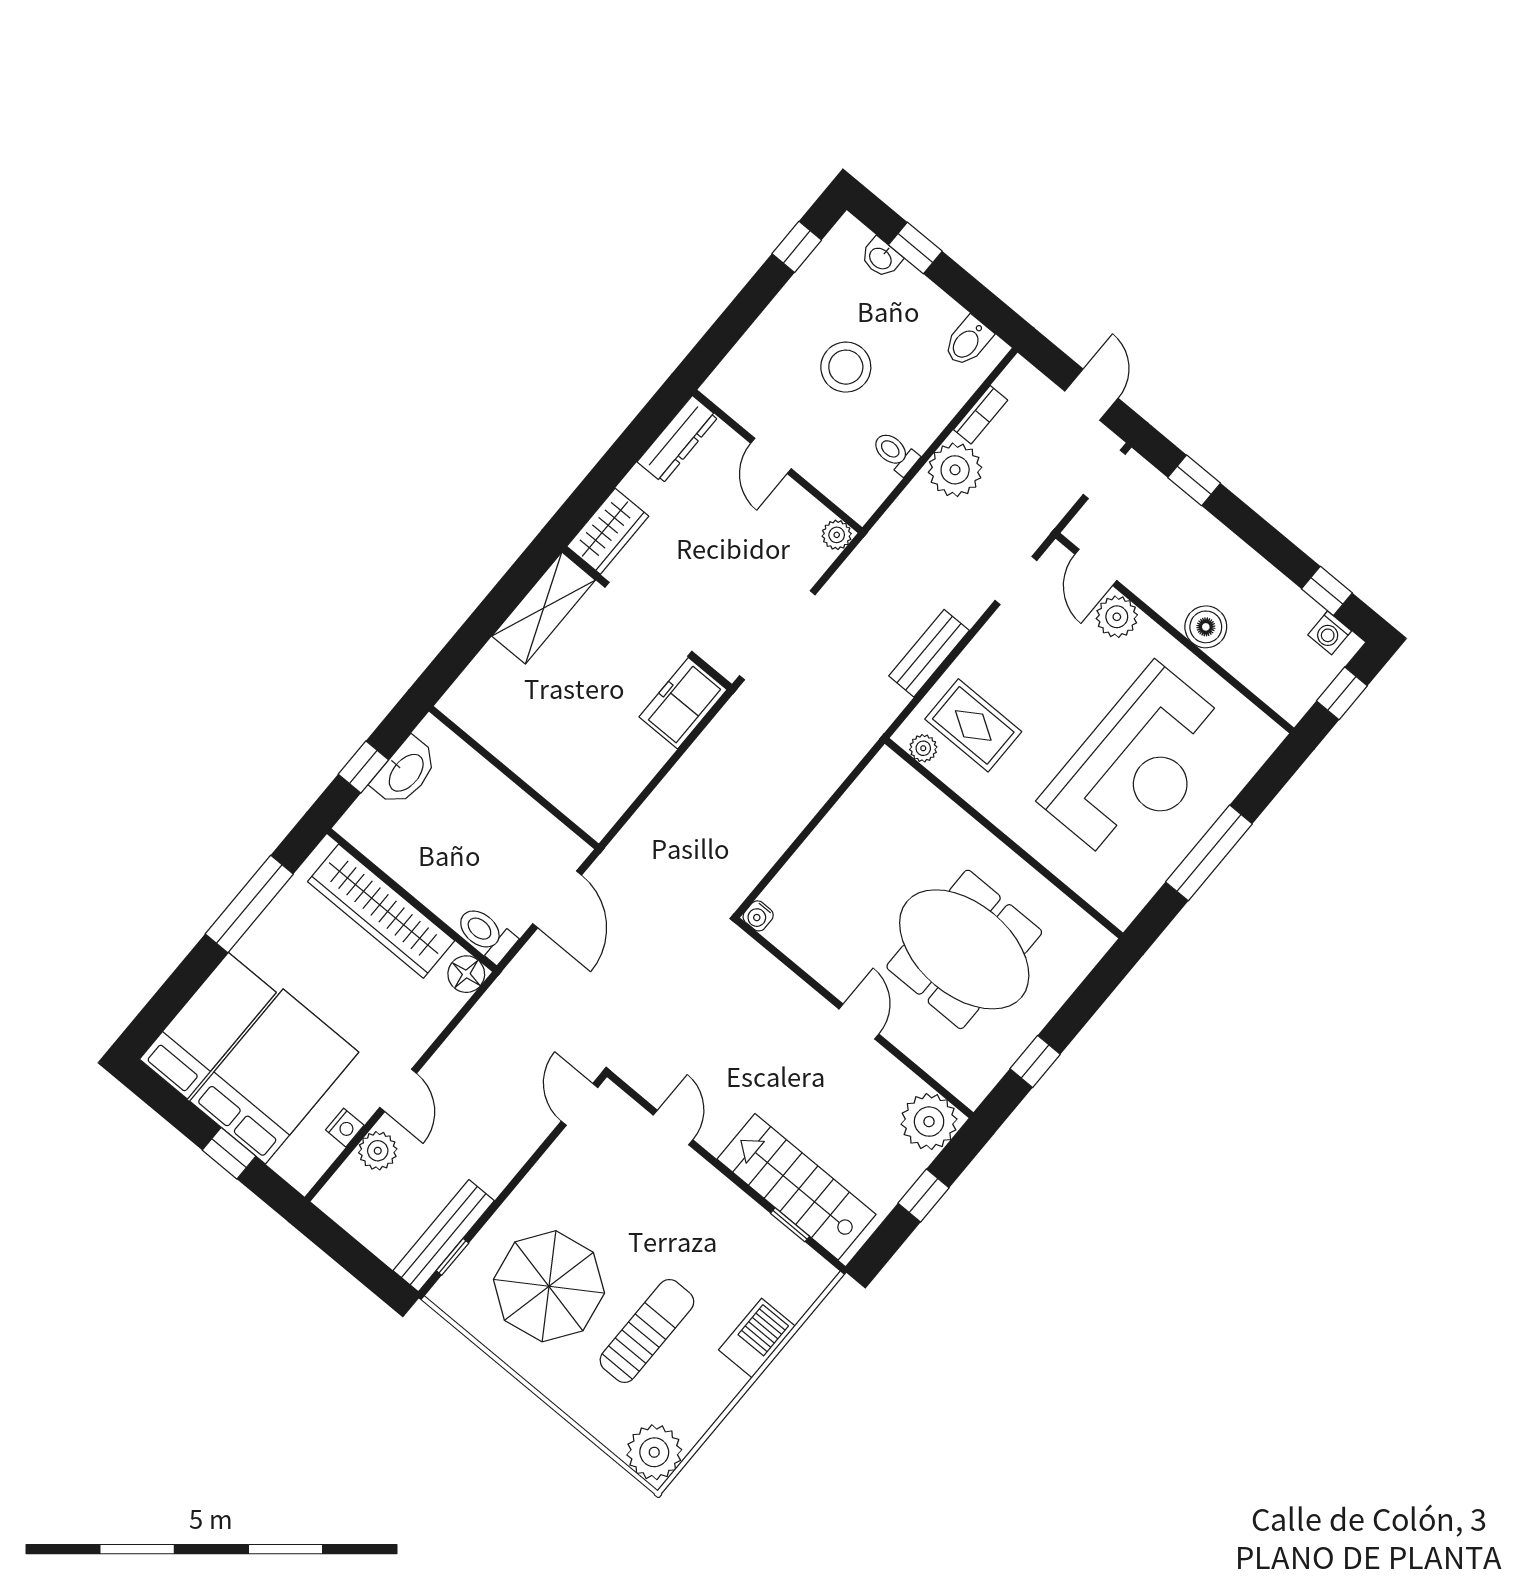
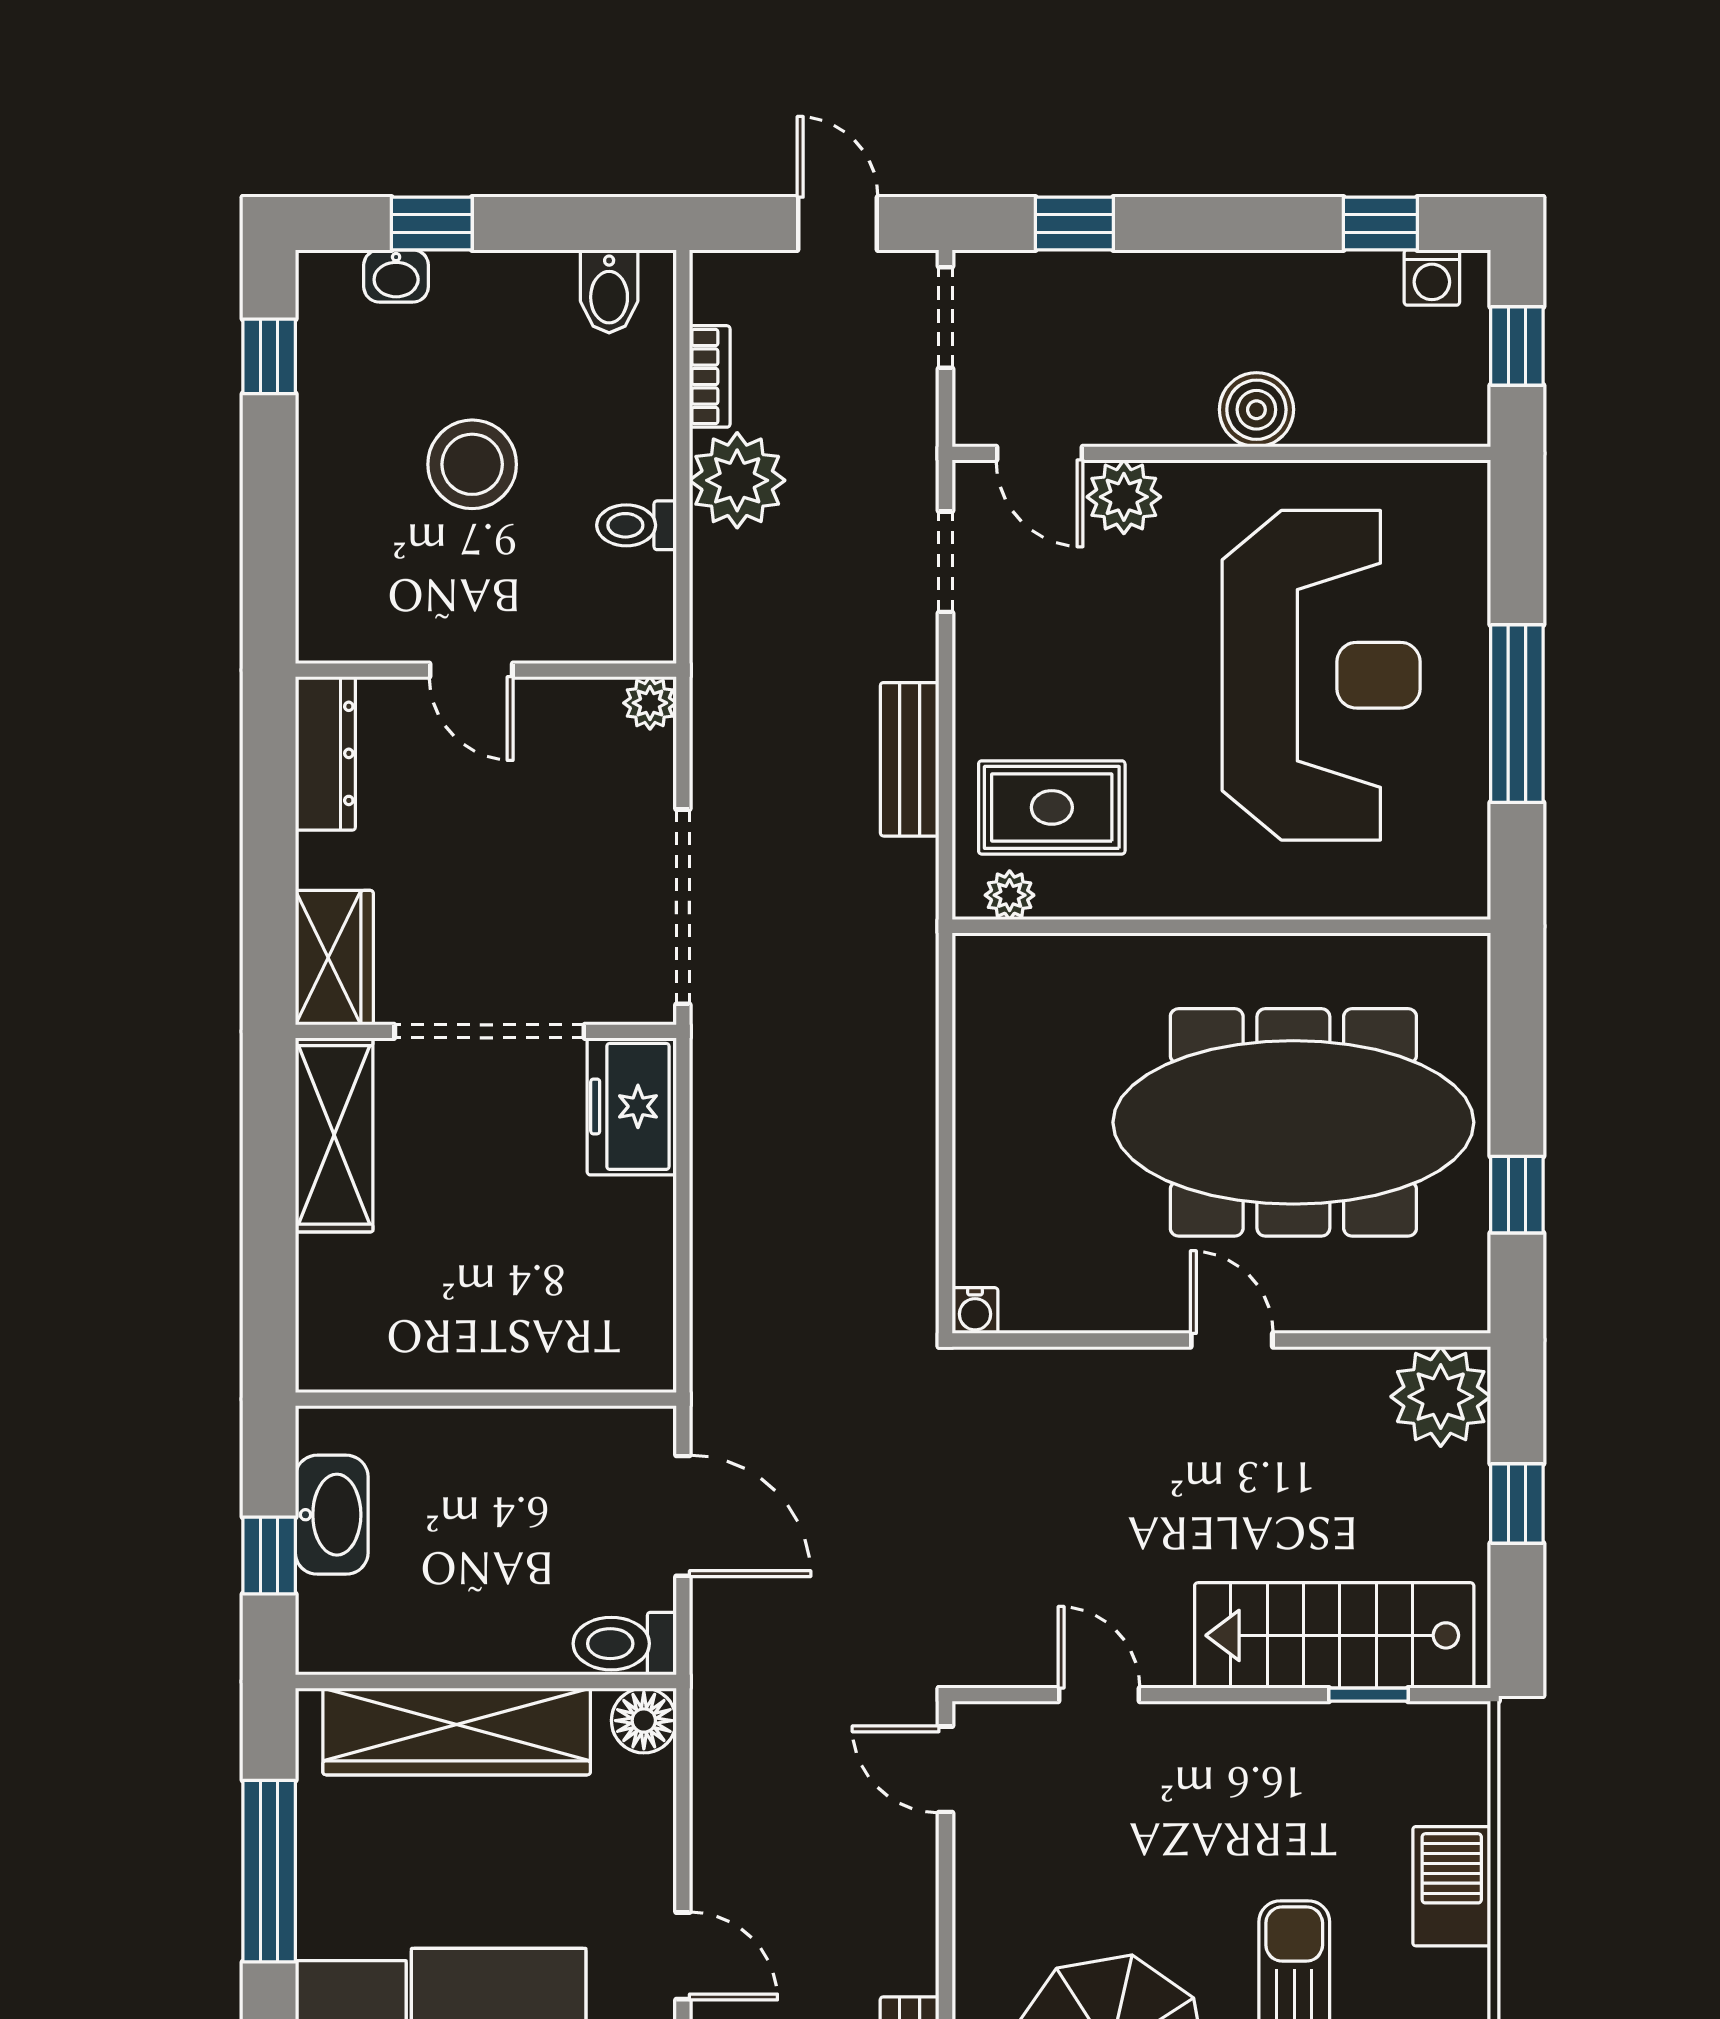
meeting table: (964, 949) -> (1293, 1122), width x1.36

